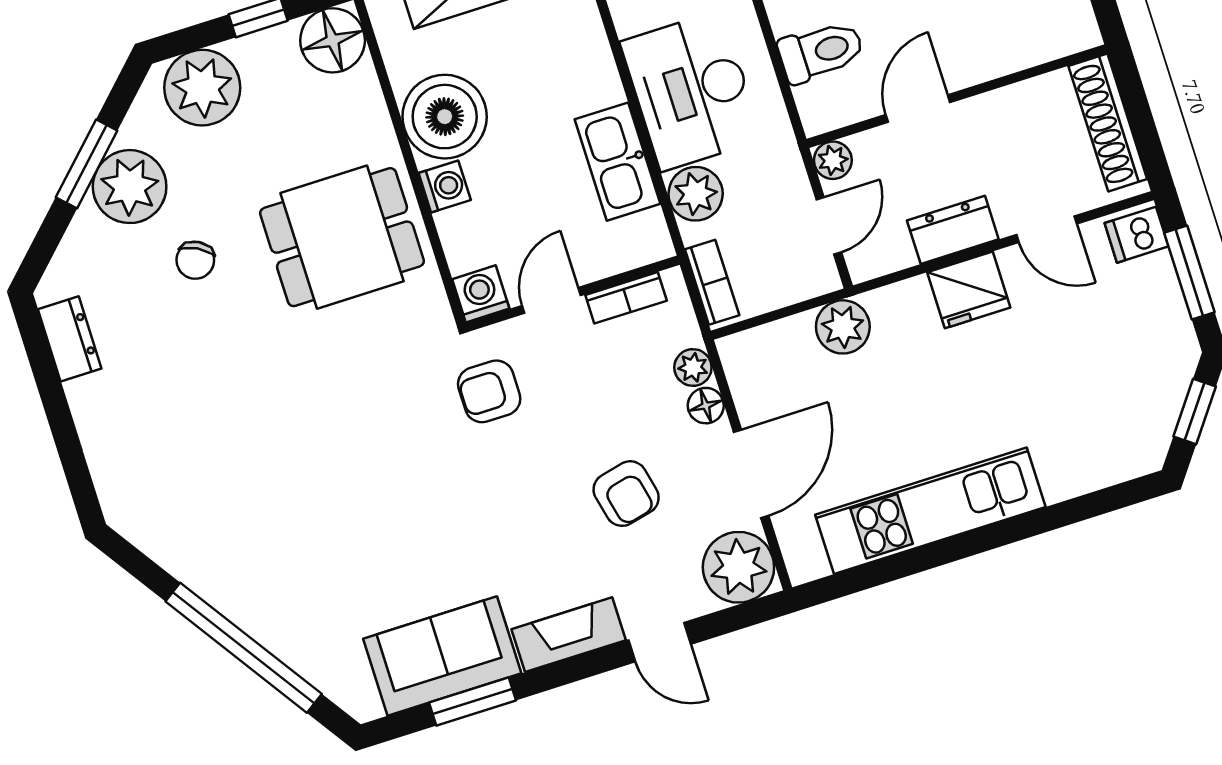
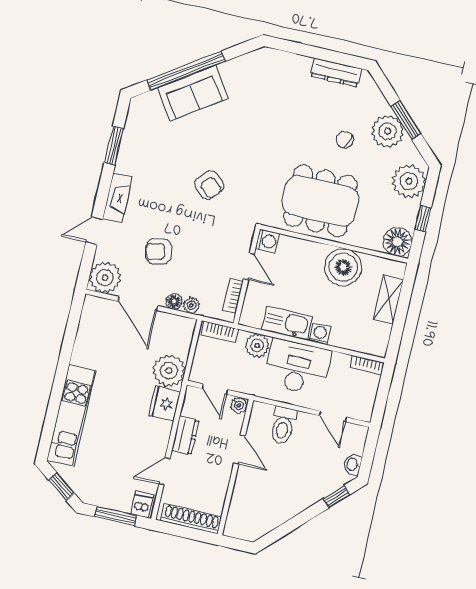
washing machine: (445, 186) -> (320, 334), moved, turned 180
dining table: (342, 237) -> (320, 201), width x1.38
fridge: (969, 290) -> (164, 404), moved
plant: (843, 327) -> (169, 371), width x1.36, depth x1.36
dresser: (70, 339) -> (336, 72), width x1.44
armchair: (489, 391) -> (209, 185), moved, turned 133
kitchen unit: (930, 511) -> (71, 415), moved
sofa: (442, 656) -> (193, 93), moved, turned 56

